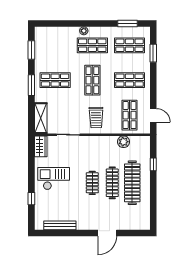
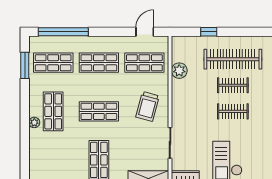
shop shelf: (130, 45) -> (53, 63), turned 90
window: (153, 53) -> (63, 32), width x2.11
shop shelf: (130, 80) -> (99, 63), turned 90
trolley: (96, 117) -> (148, 106), turned 106
clothes rail: (112, 183) -> (233, 85), width x0.73

